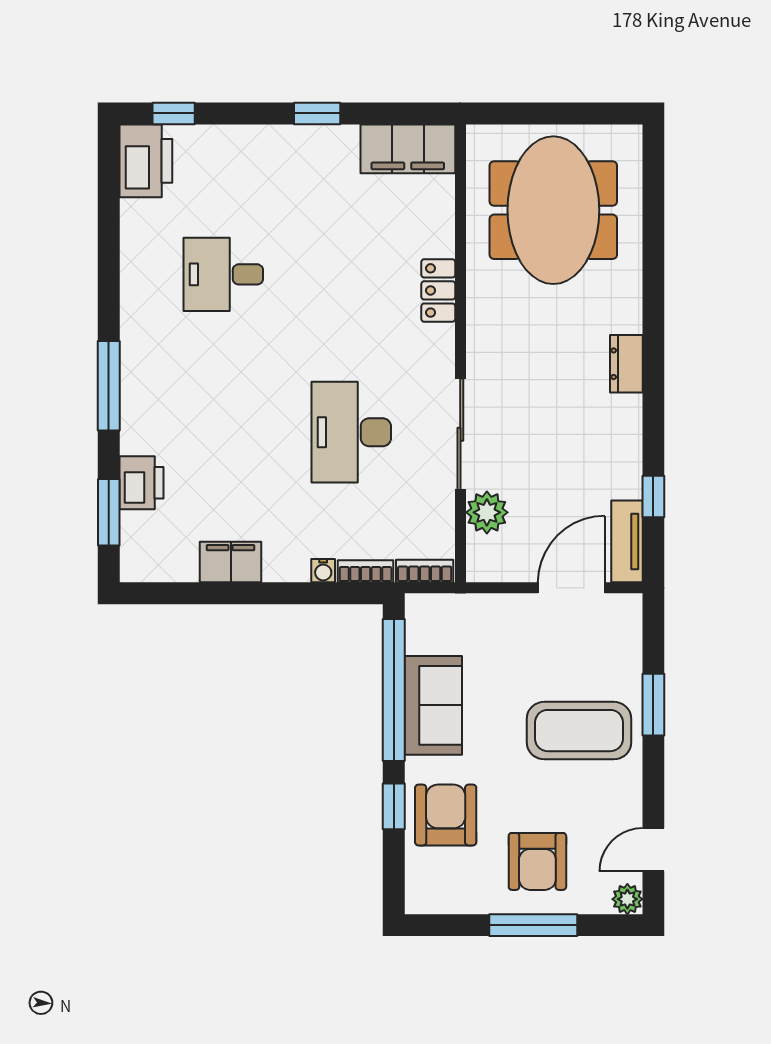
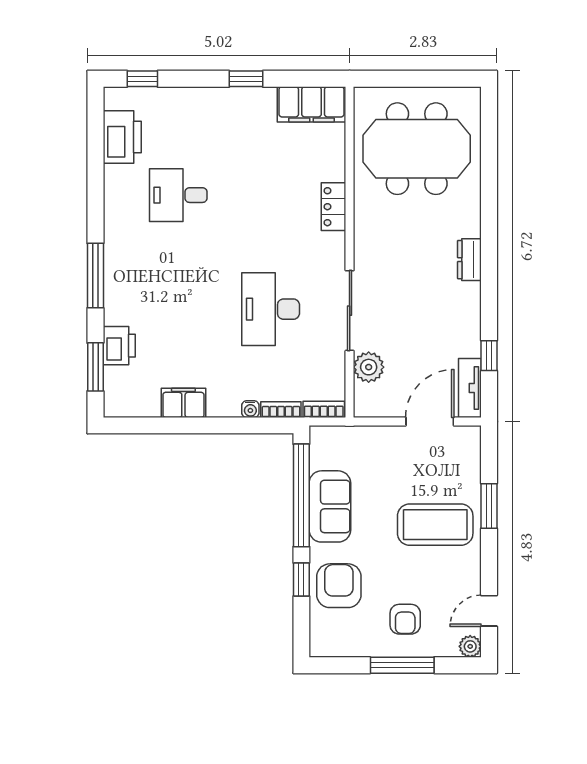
printer: (146, 161) -> (122, 137), moved
meeting table: (553, 210) -> (417, 149), turned 90
armchair: (537, 861) -> (405, 619), width x0.72, depth x0.72

